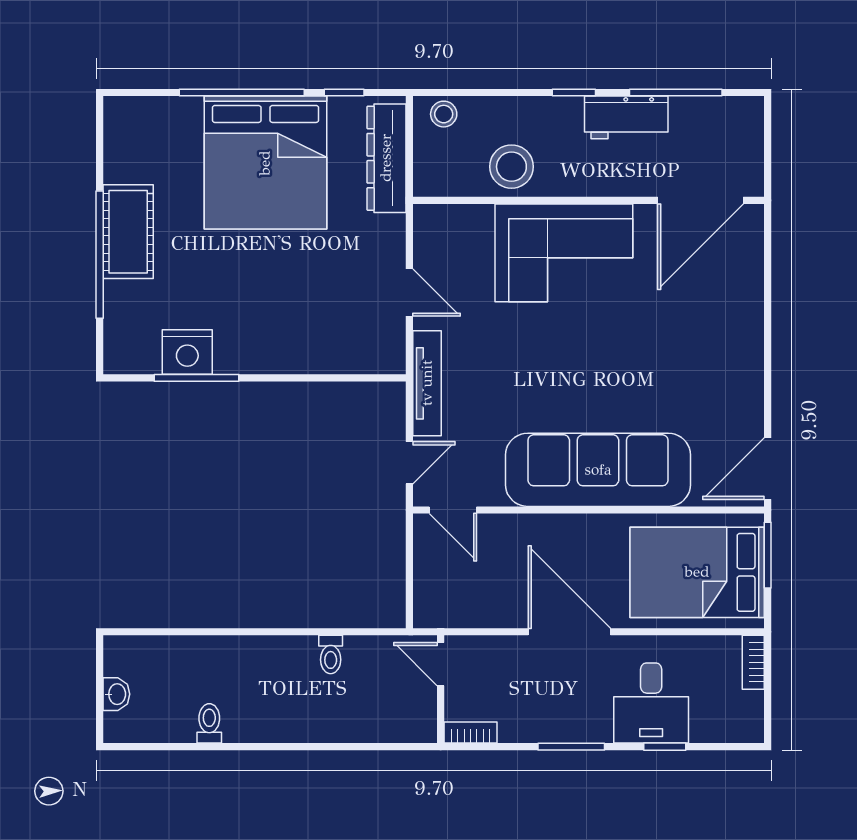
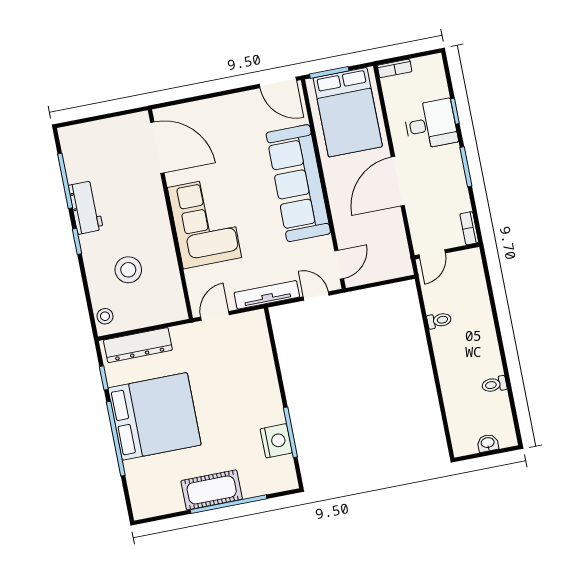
wall: (588, 200) -> (170, 214), moved
door: (700, 200) -> (157, 148), moved
corner sofa: (564, 253) -> (204, 223), moved

